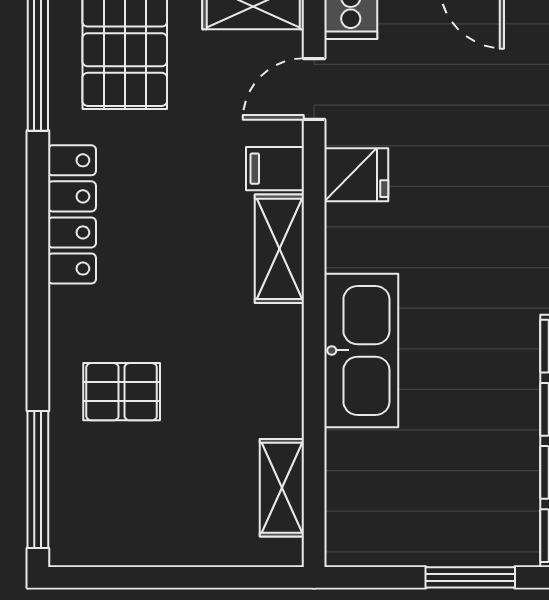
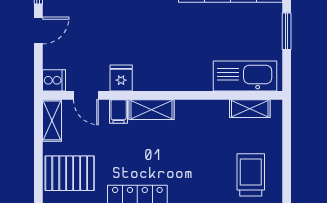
kitchen sink: (361, 350) -> (245, 76), moved
pallet: (122, 392) -> (210, 175), removed
trolley: (121, 490) -> (251, 175), added

